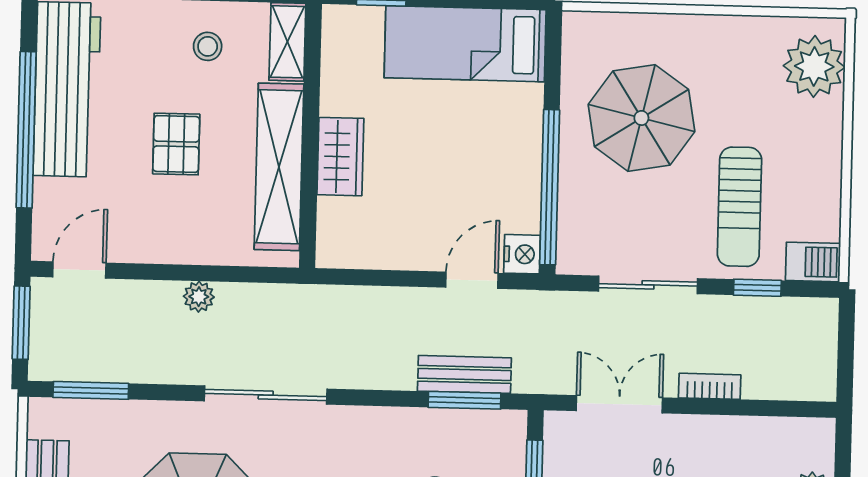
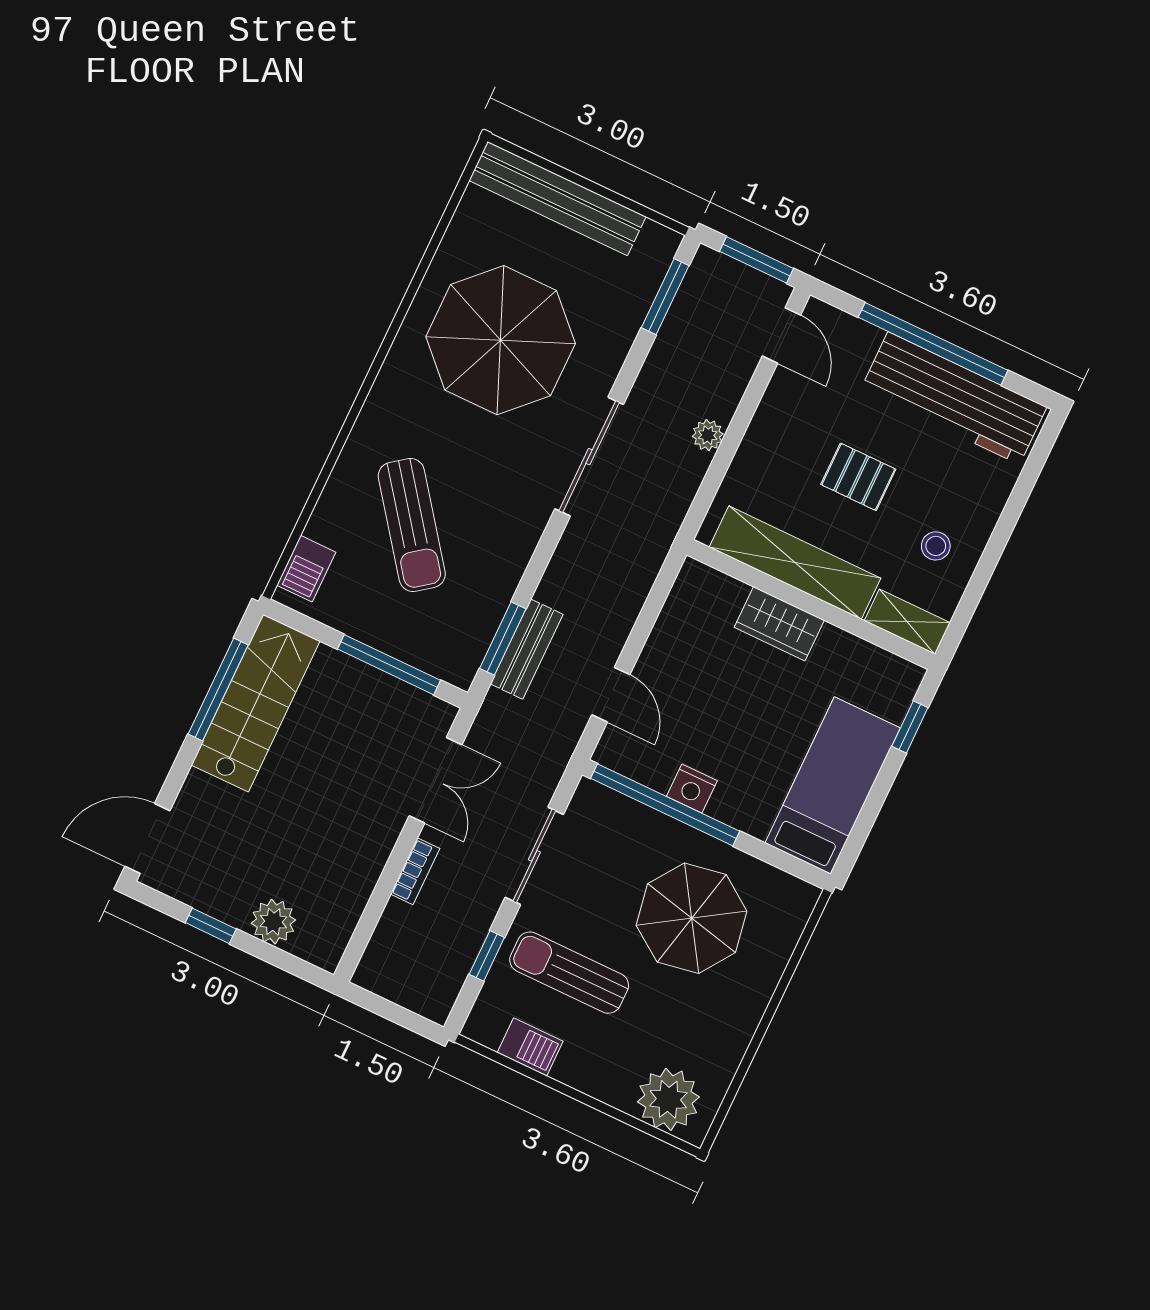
nightstand: (522, 254) -> (692, 789), moved
barbecue: (813, 262) -> (530, 1047), moved, turned -90

